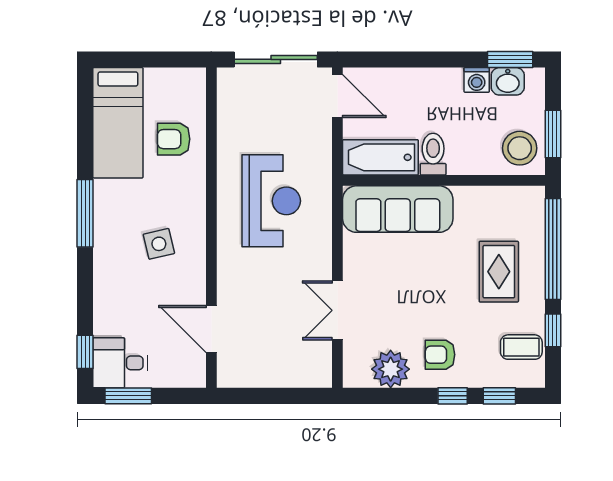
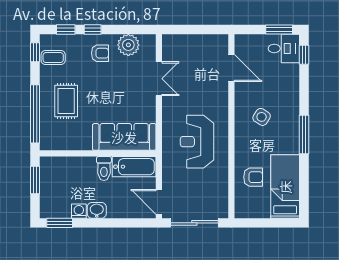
washbasin: (508, 81) -> (97, 210), moved
stool: (520, 148) -> (54, 172), removed
side table: (159, 244) -> (262, 117), turned 45
window: (553, 330) -> (35, 52), moved

